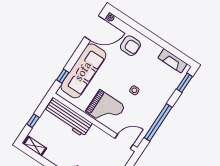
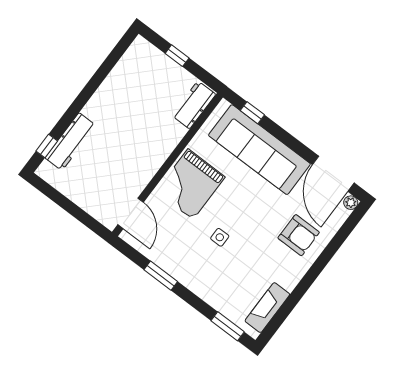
armchair: (130, 46) -> (299, 235), turned -90
workbench: (68, 117) -> (194, 105), width x0.53, depth x0.76
window: (158, 122) -> (161, 276), width x0.47
shelving: (35, 146) -> (132, 56), removed

